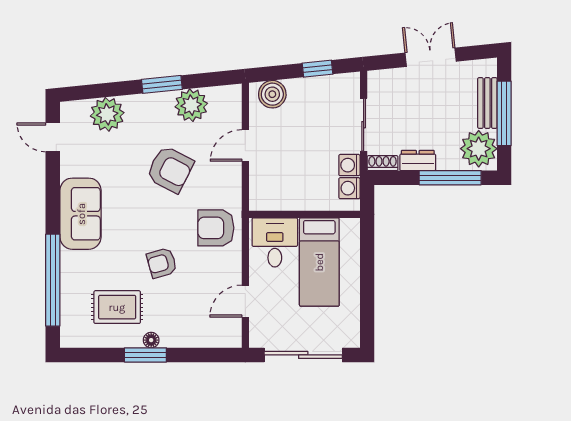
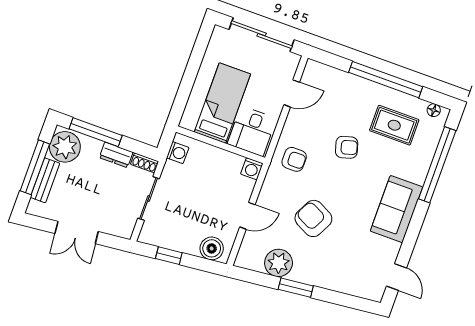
plant: (107, 114) -> (347, 280), removed
washing machine: (349, 165) -> (252, 169), moved, turned 90
armchair: (216, 228) -> (294, 159), width x0.72, depth x0.72
floor lamp: (151, 340) -> (434, 110), moved
window: (145, 355) -> (386, 80), width x2.11

